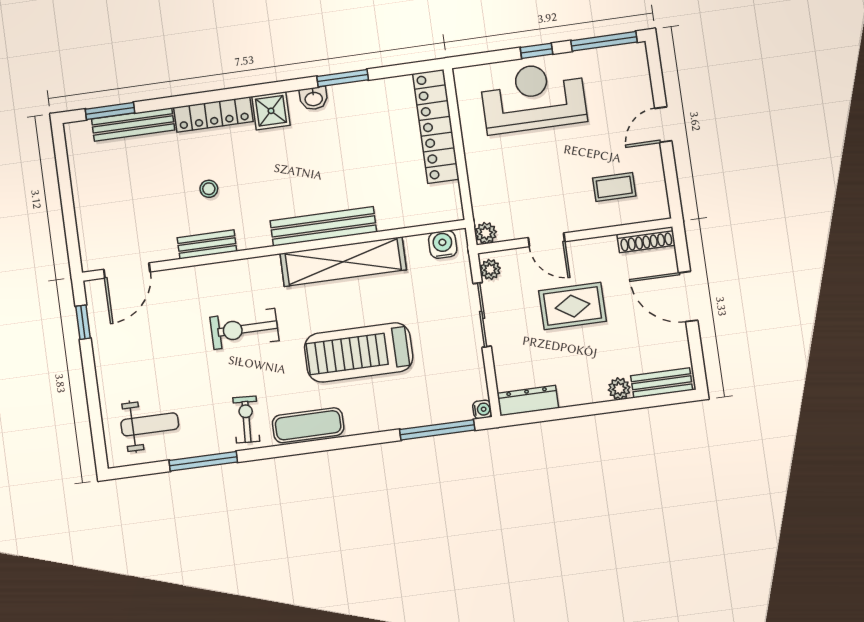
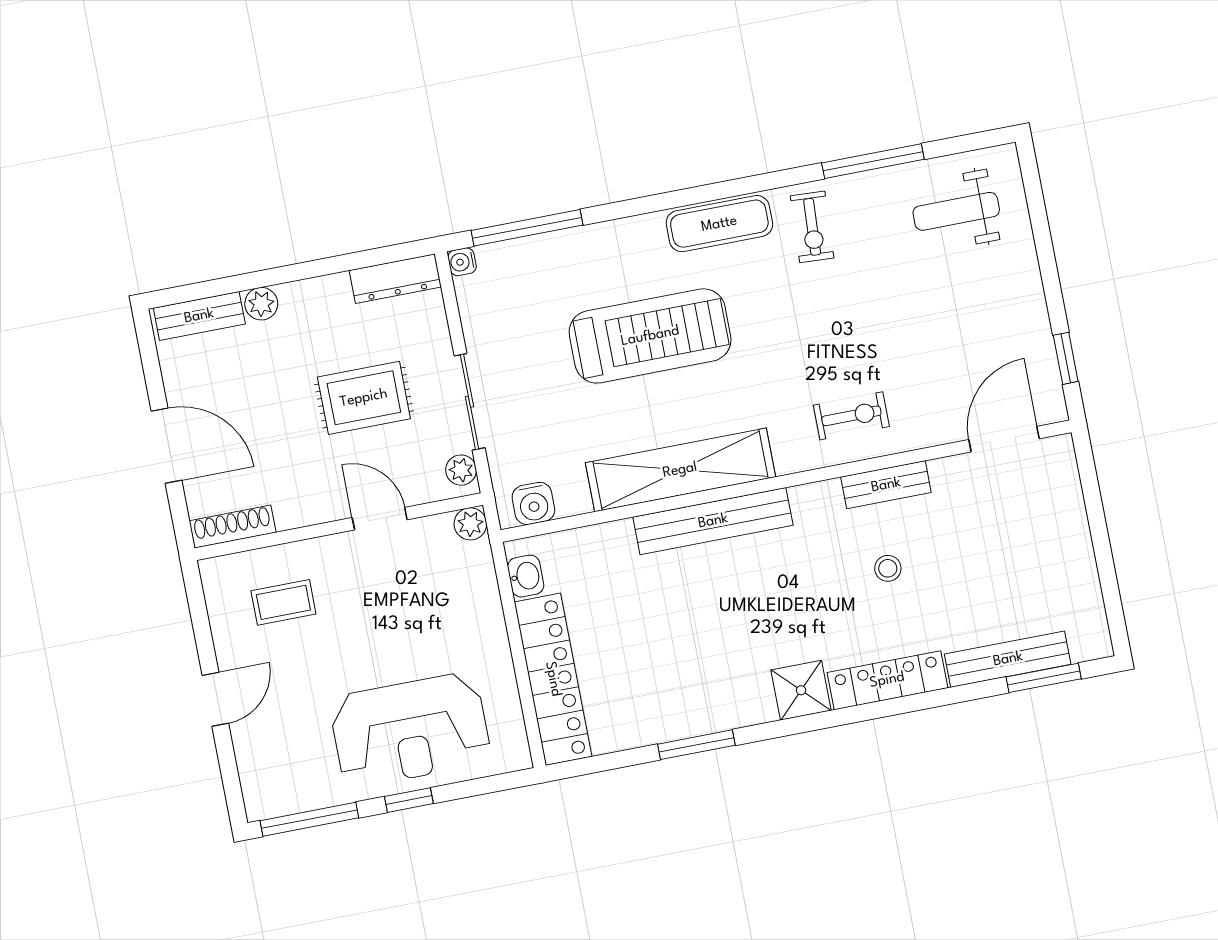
washbasin: (314, 98) -> (526, 576), moved, turned 90
rug: (572, 306) -> (364, 398), moved
exercise bike: (244, 329) -> (851, 416), moved, width x0.73, depth x0.72

